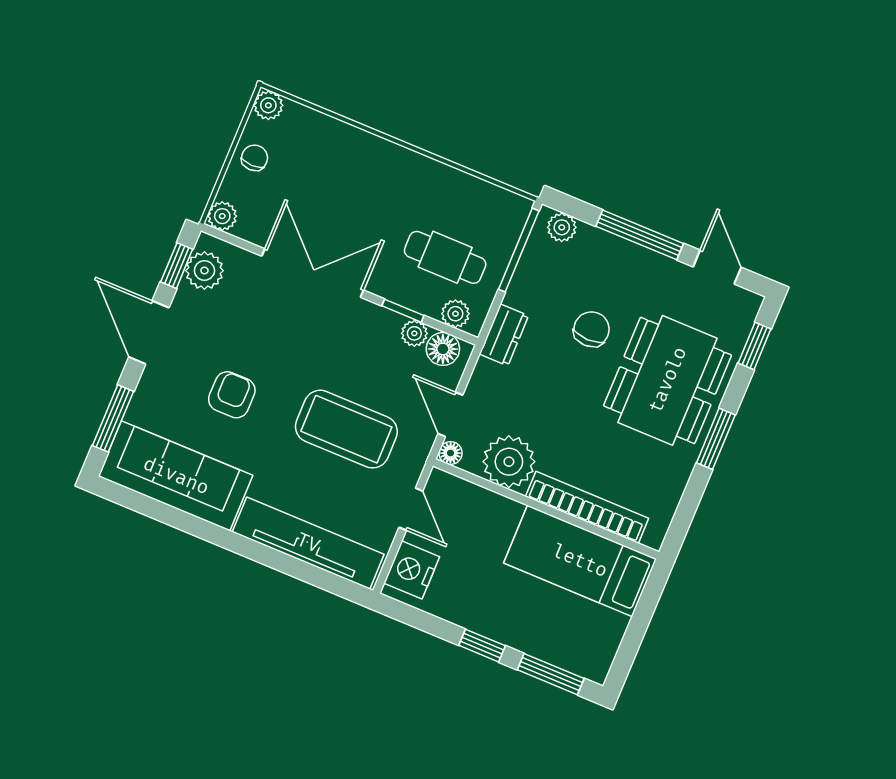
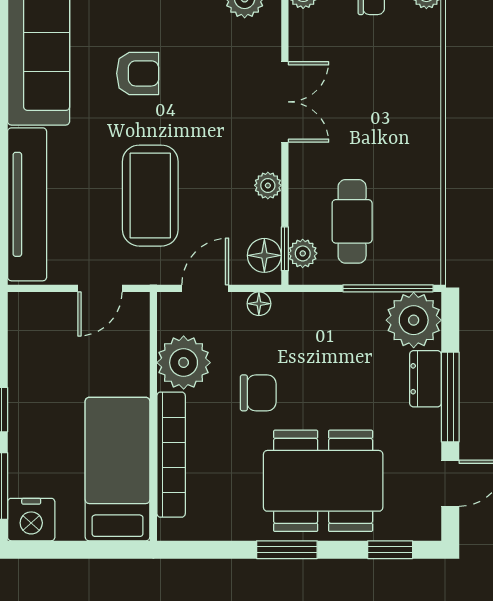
plant: (562, 227) -> (414, 320), width x1.88, depth x1.88
double door: (313, 273) -> (285, 102), width x0.73
window: (403, 311) -> (285, 249), moved
chair: (592, 329) -> (258, 393), moved
plant: (414, 333) -> (268, 185), moved
dresser: (504, 335) -> (425, 379), moved, turned 90
floor lamp: (451, 453) -> (259, 304), moved
nightstand: (412, 570) -> (31, 520), moved, turned 180

